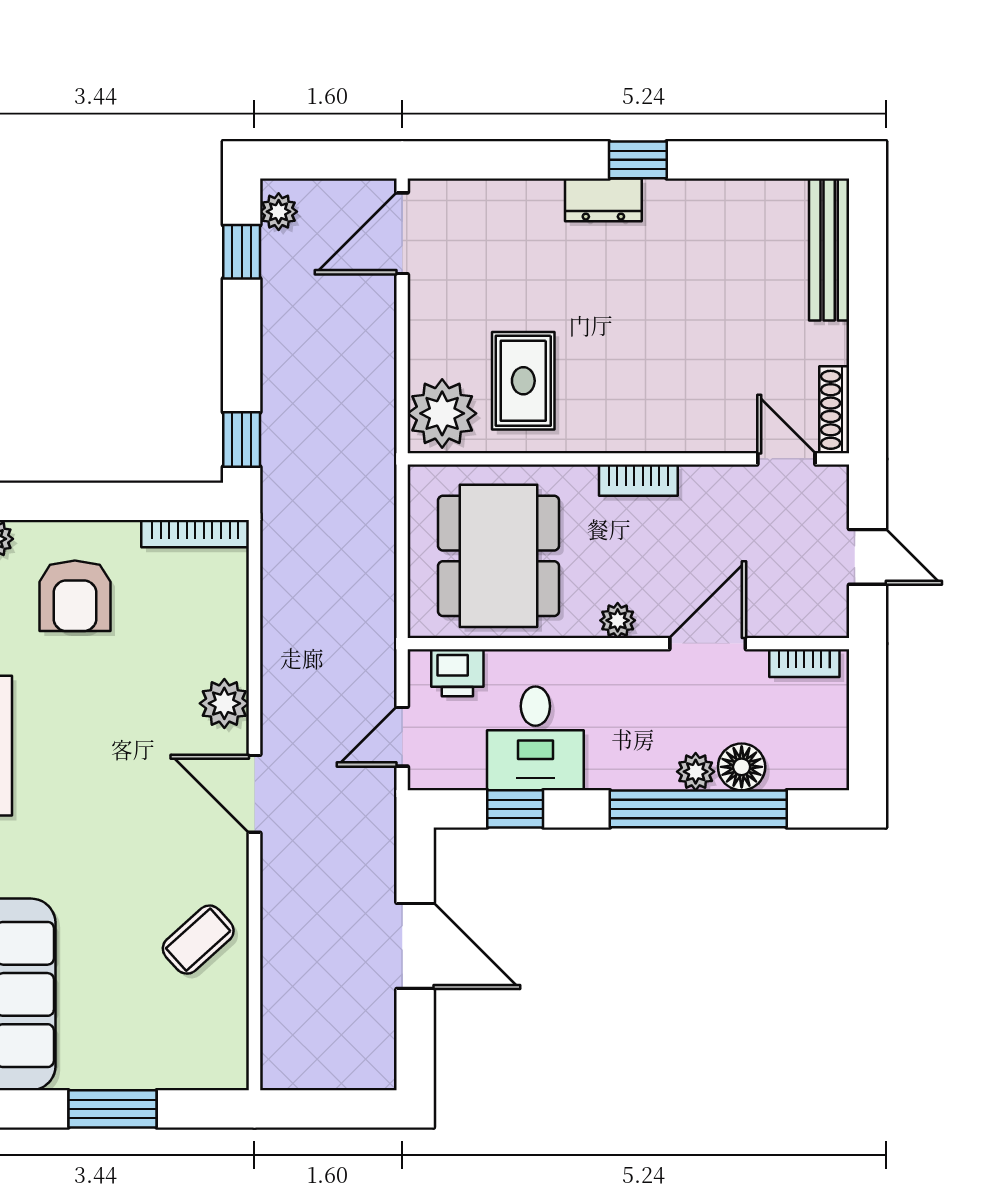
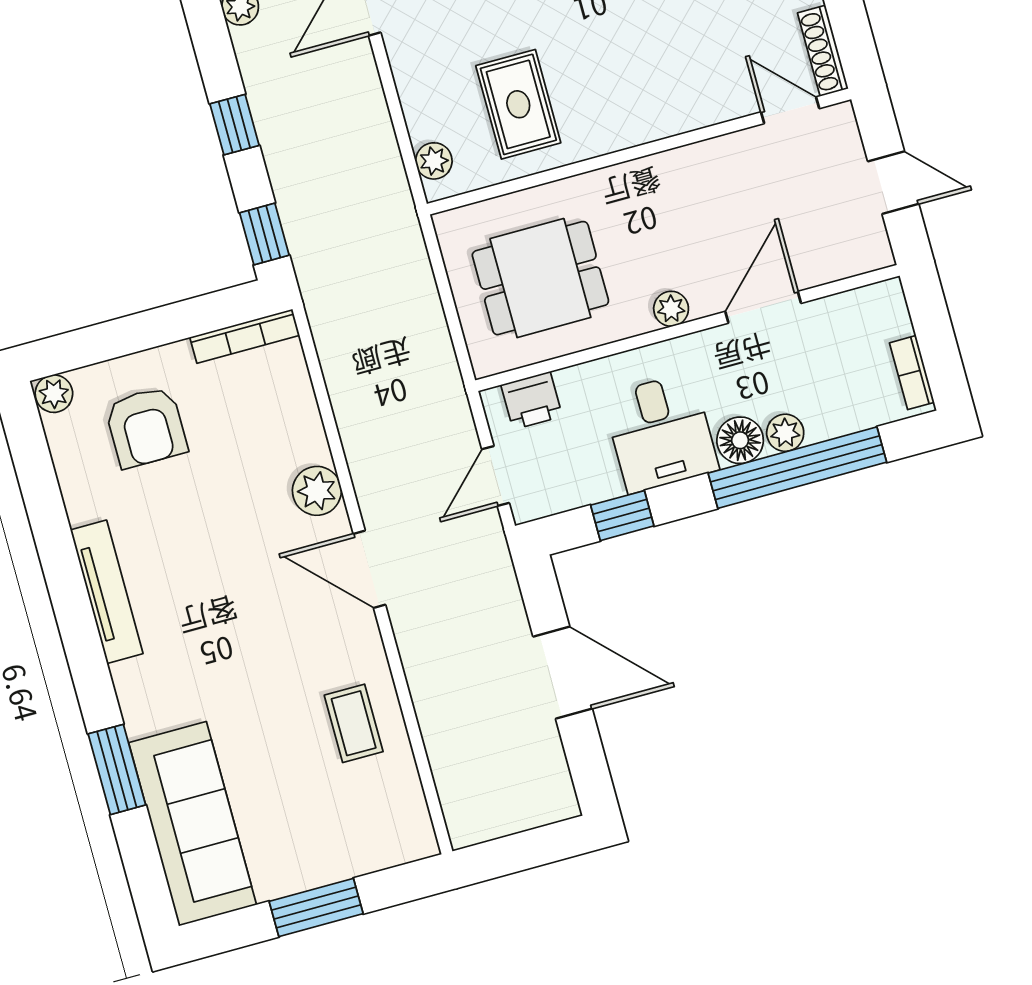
window: (242, 252) -> (234, 125), moved
plant: (442, 413) -> (434, 161), width x0.53, depth x0.53
bookcase: (638, 480) -> (654, 169), removed
dining table: (499, 556) -> (540, 278), width x0.73
bookcase: (804, 663) -> (912, 373), moved, turned 90
desk: (535, 738) -> (661, 433), moved
floor lamp: (742, 767) -> (740, 440), moved
coffee table: (198, 940) -> (354, 723), turned -48

